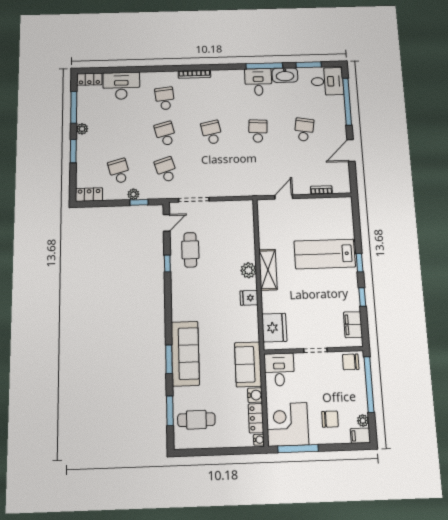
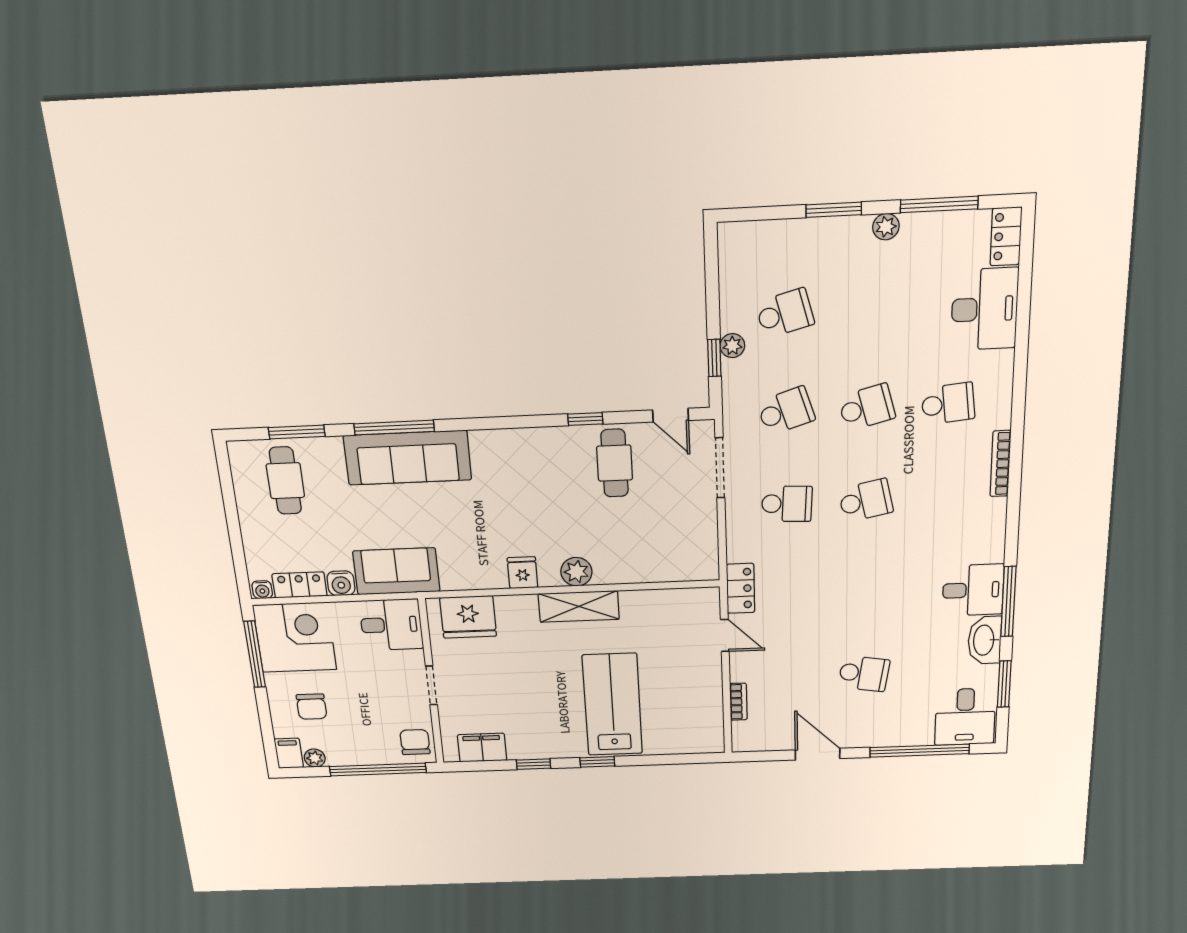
school desk: (258, 131) -> (787, 504), moved
locker: (89, 195) -> (741, 588), moved
cafe table: (190, 250) -> (615, 463), turned 90
window: (169, 359) -> (394, 428), width x1.44

